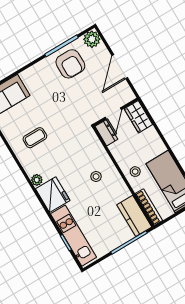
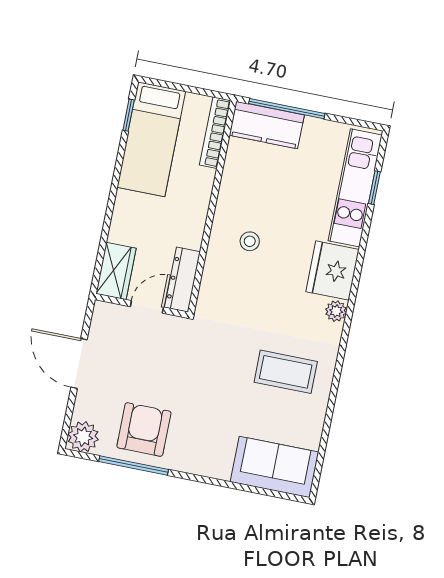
door: (120, 67) -> (79, 364), swing flipped
dresser: (106, 133) -> (182, 280), width x1.44
coffee table: (35, 138) -> (286, 372), width x1.36, depth x1.30
stool: (135, 172) -> (189, 199), removed
kitchen counter: (134, 216) -> (267, 125), moved, turned 90

